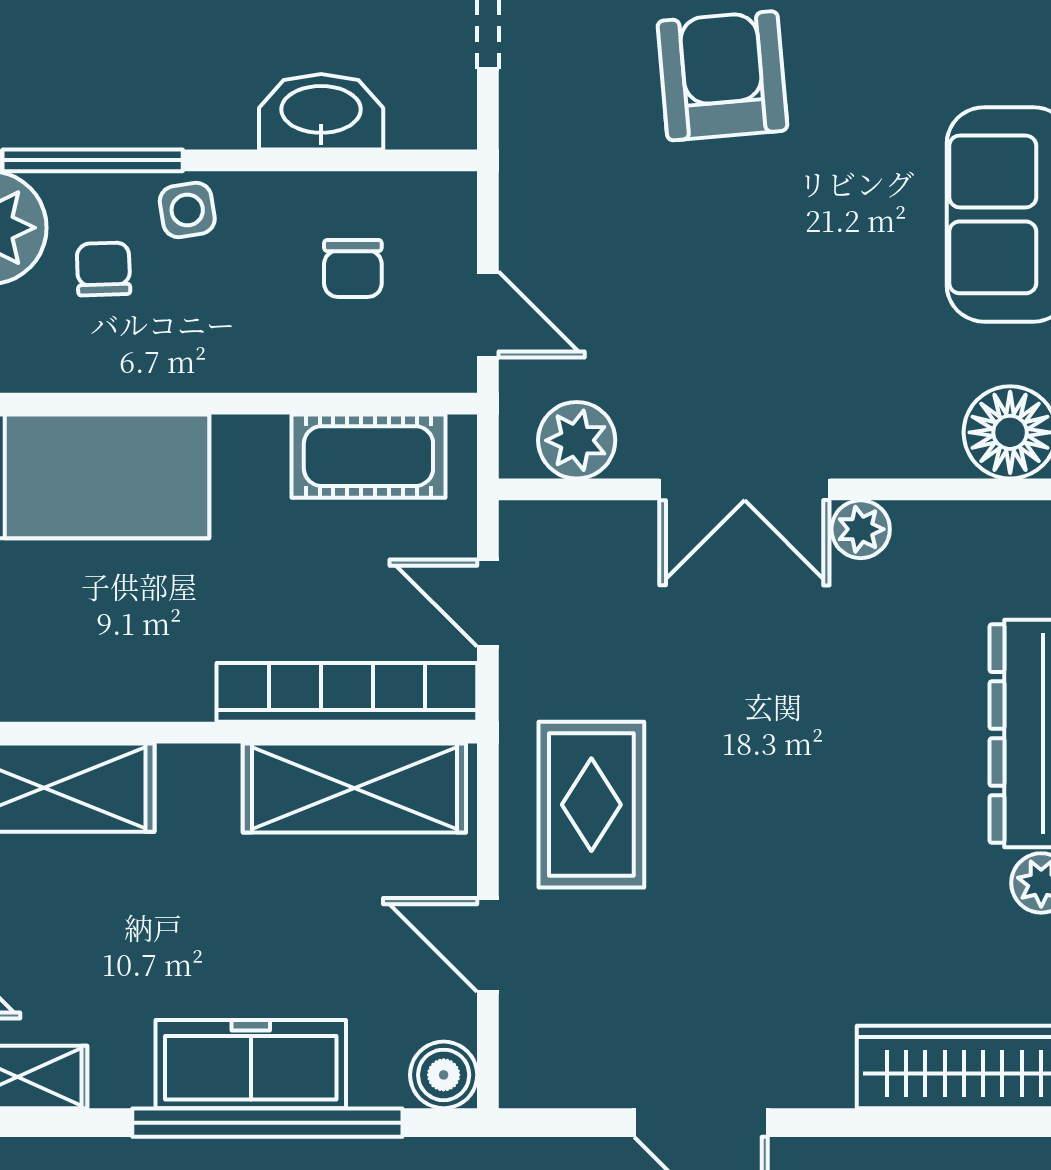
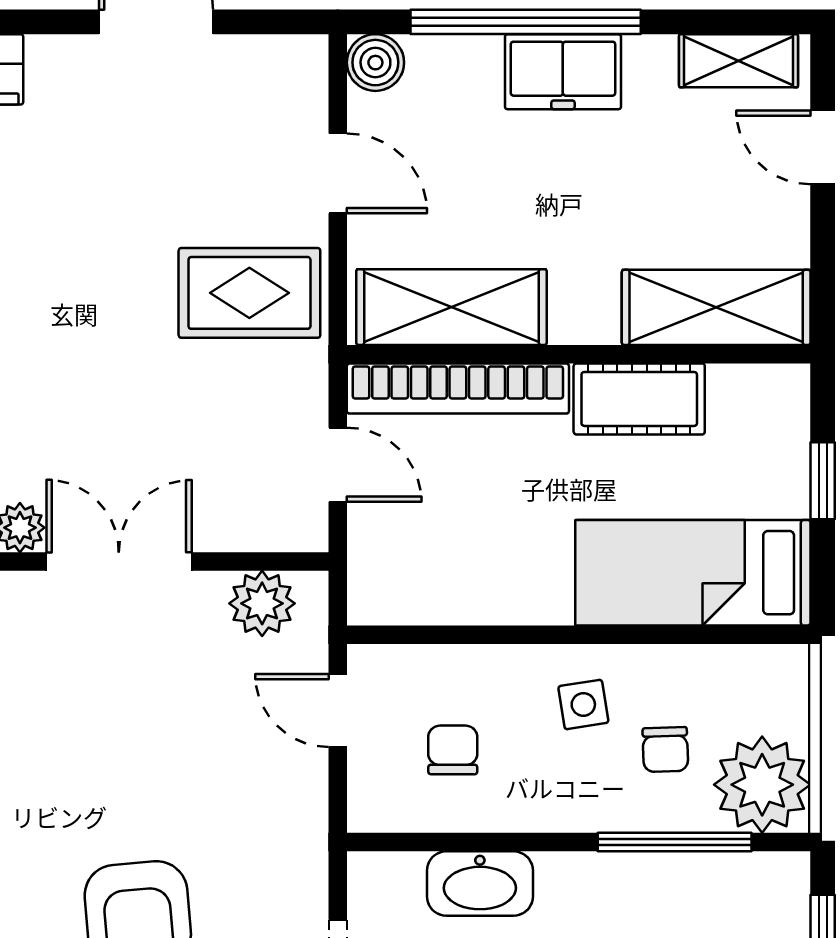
side table: (187, 210) -> (583, 704), moved
cot: (368, 456) -> (639, 399), moved
rug: (591, 805) -> (249, 293), turned 90
freezer: (251, 1064) -> (563, 72), width x0.71

